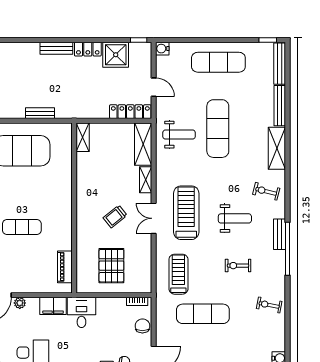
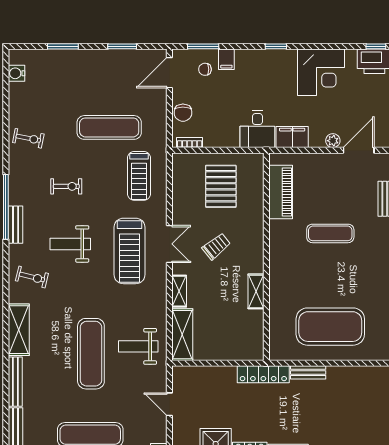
locker: (130, 112) -> (263, 374), moved
shelving: (83, 137) -> (256, 291), moved
piano: (65, 267) -> (281, 192), width x1.37, depth x1.33

